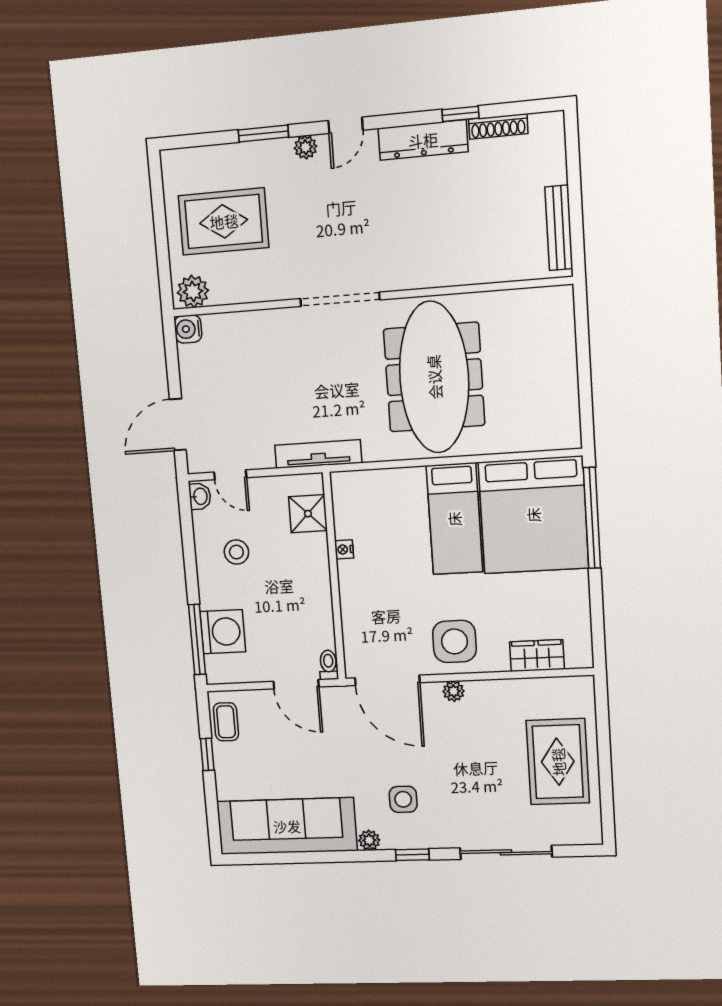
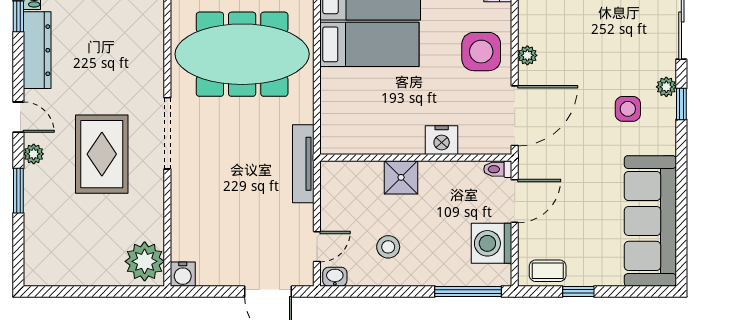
rug: (224, 221) -> (102, 154), moved
plant: (193, 291) -> (145, 261), width x1.36, depth x1.36
shower: (308, 514) -> (401, 177), moved
nightstand: (344, 549) -> (442, 140), moved, width x1.89, depth x1.79
washing machine: (223, 632) -> (491, 243), moved, turned -90
plant: (369, 840) -> (666, 87), moved

